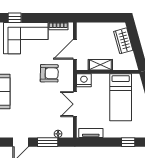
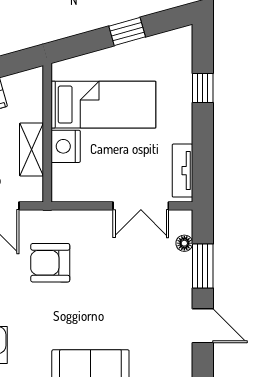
armchair: (49, 73) -> (50, 263), turned -91
nightstand: (84, 80) -> (66, 146), moved
double door: (75, 104) -> (141, 206), moved

